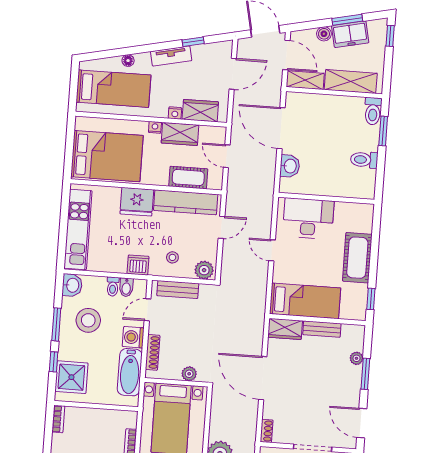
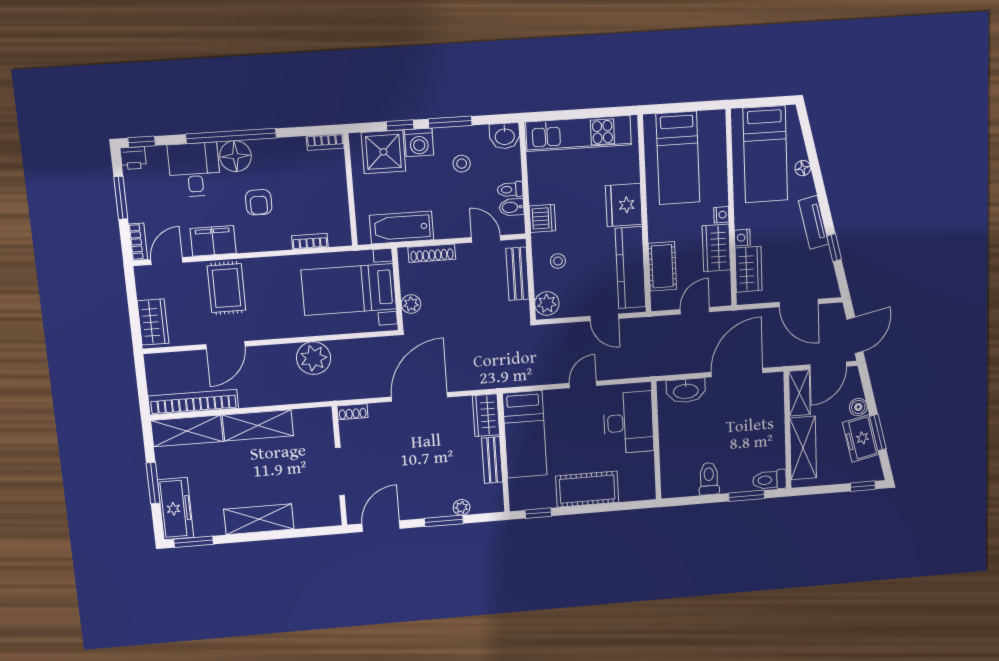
bed: (107, 156) -> (678, 158), width x0.67
washbasin: (290, 166) -> (686, 391), width x1.38
stool: (88, 320) -> (462, 164), width x0.53, depth x0.53
washing machine: (133, 337) -> (419, 142), moved, turned 180

